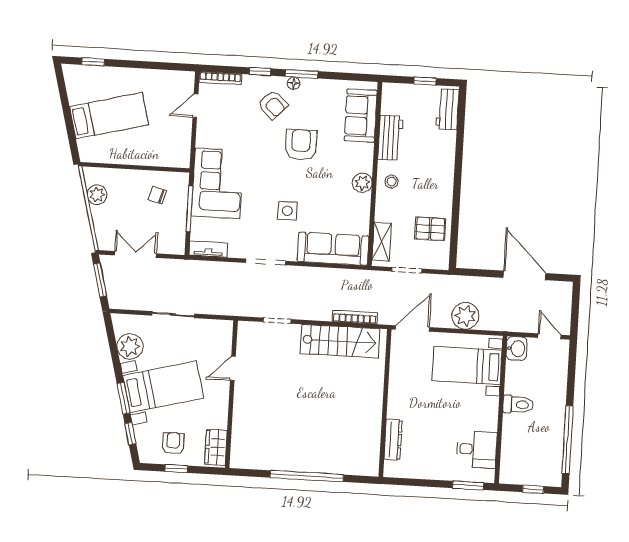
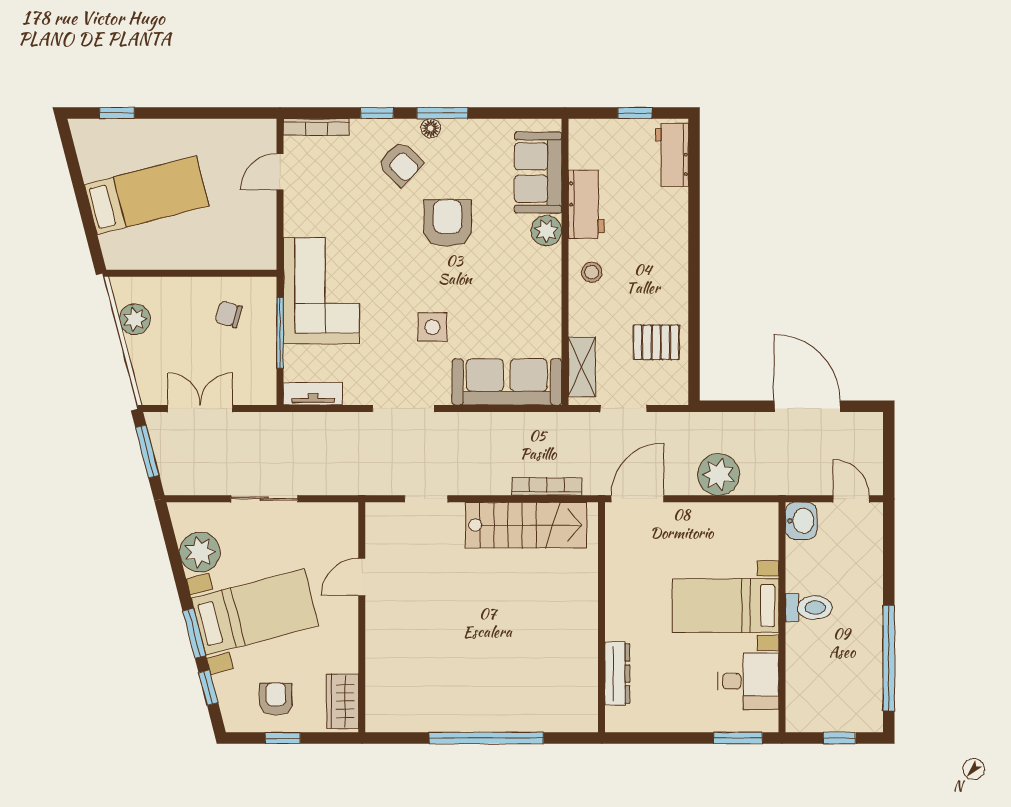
plant: (362, 183) -> (546, 231), moved
bed with nightstands: (467, 366) -> (726, 606), moved

